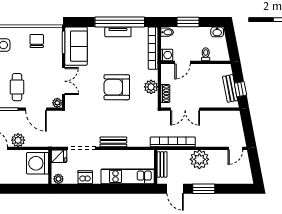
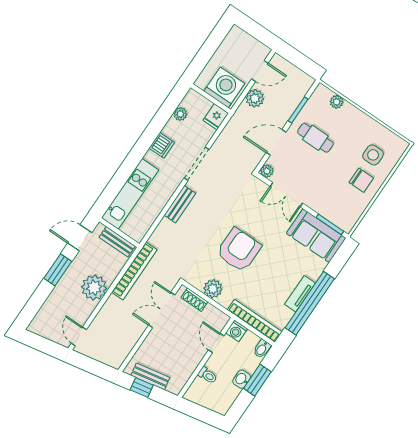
washbasin: (217, 32) -> (242, 379), moved
chair: (37, 41) -> (361, 180), moved
fridge: (59, 156) -> (216, 117), moved
washing machine: (38, 163) -> (224, 87), moved
wall: (50, 167) -> (211, 99), moved

